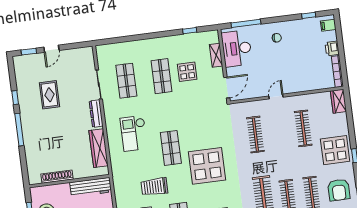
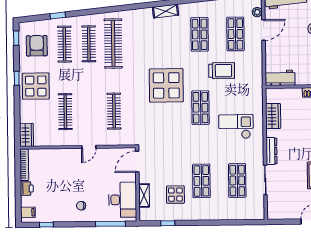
display table: (187, 72) -> (175, 195), moved
checkout: (134, 133) -> (236, 127), turned -90
wardrobe: (99, 148) -> (273, 116), width x0.67
workbench: (91, 187) -> (280, 78), width x0.73

